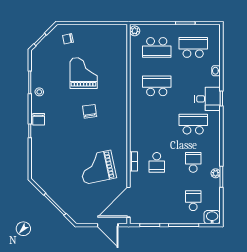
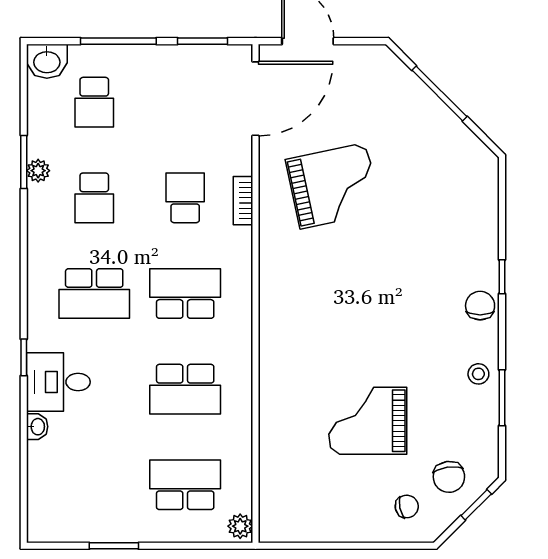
school desk: (193, 47) -> (185, 293), moved, turned 180
grand piano: (84, 73) -> (368, 421), turned 90
desk: (208, 99) -> (58, 382), moved
chair: (90, 111) -> (449, 477), moved

